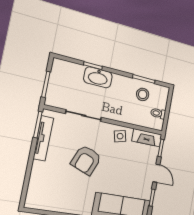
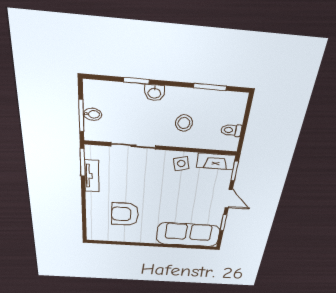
washbasin: (98, 77) -> (154, 93), width x0.52, depth x0.69
bidet: (55, 85) -> (93, 114), added
stool: (143, 94) -> (184, 123), moved
tv unit: (43, 138) -> (92, 176), width x0.71
armchair: (86, 160) -> (125, 214), moved, turned 68

